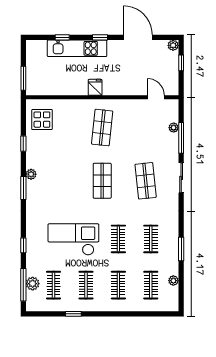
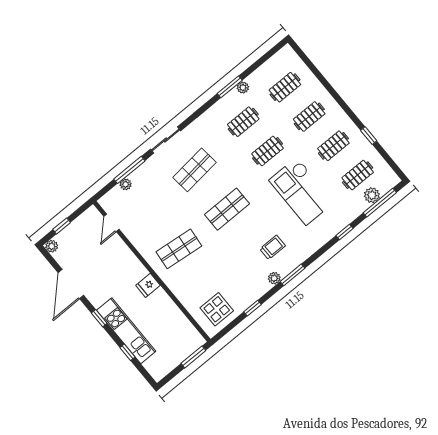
trolley: (52, 190) -> (273, 247), added
plant: (173, 281) -> (243, 88), moved

